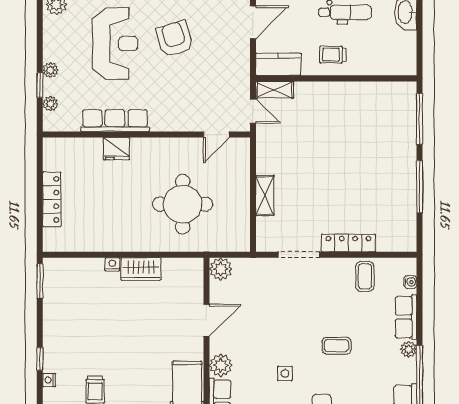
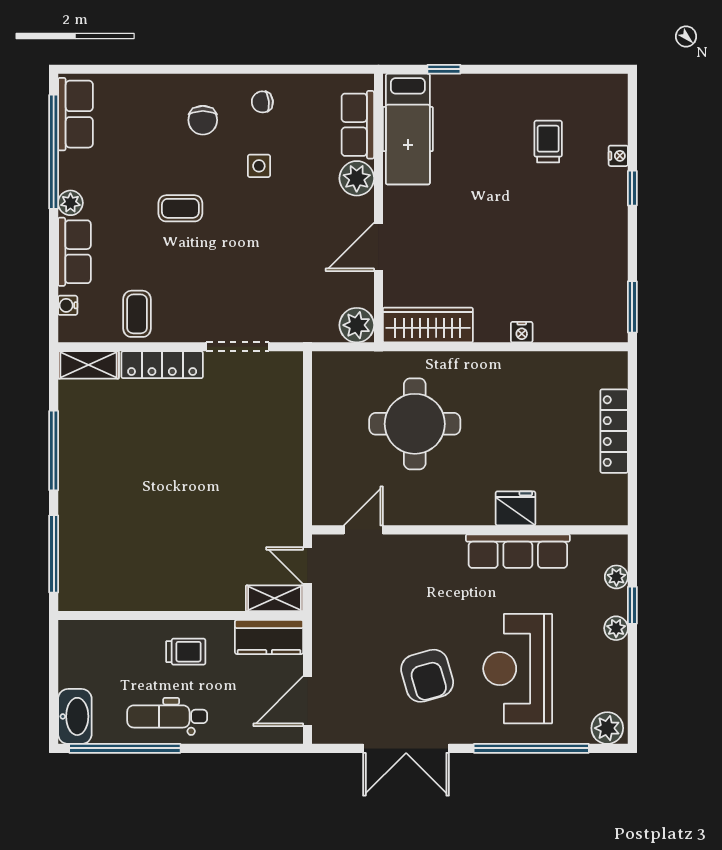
shelving: (265, 195) -> (89, 365), moved, turned 90
wardrobe: (141, 269) -> (428, 325), moved, width x1.50

